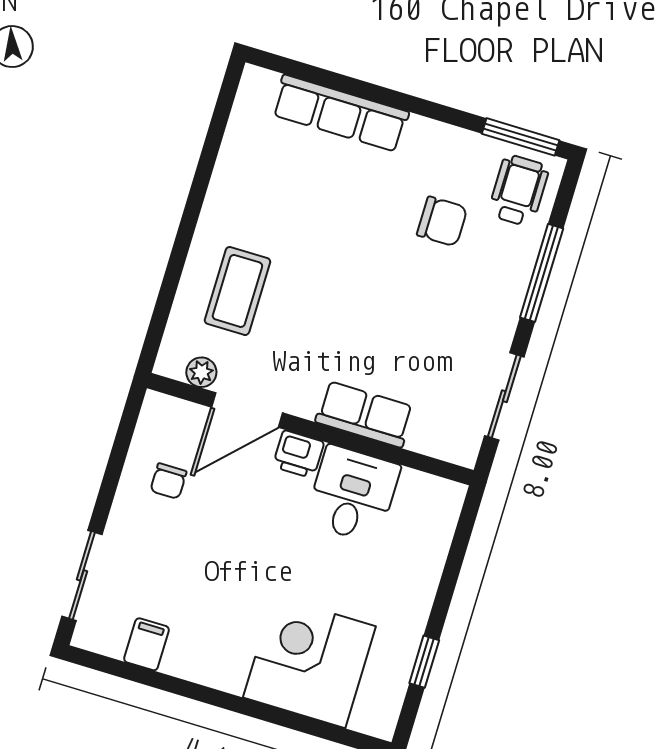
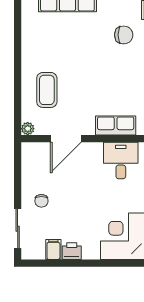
plant: (201, 372) -> (28, 129), moved
printer: (298, 454) -> (72, 251), moved, turned 180
chair: (168, 481) -> (41, 201), moved

